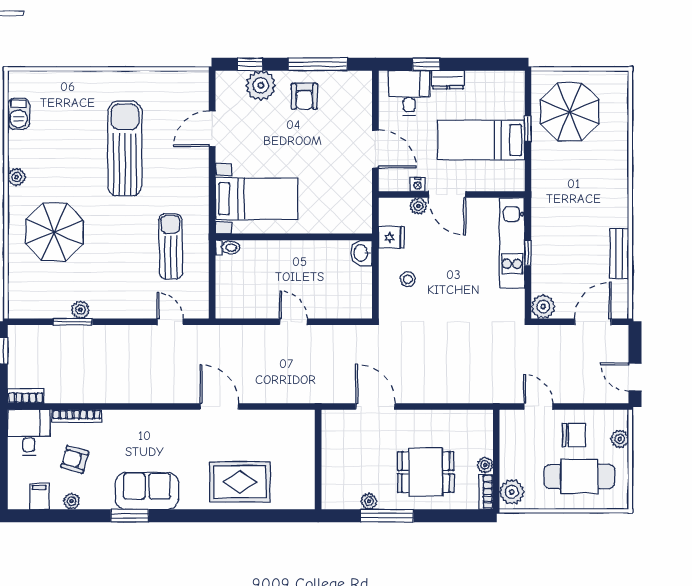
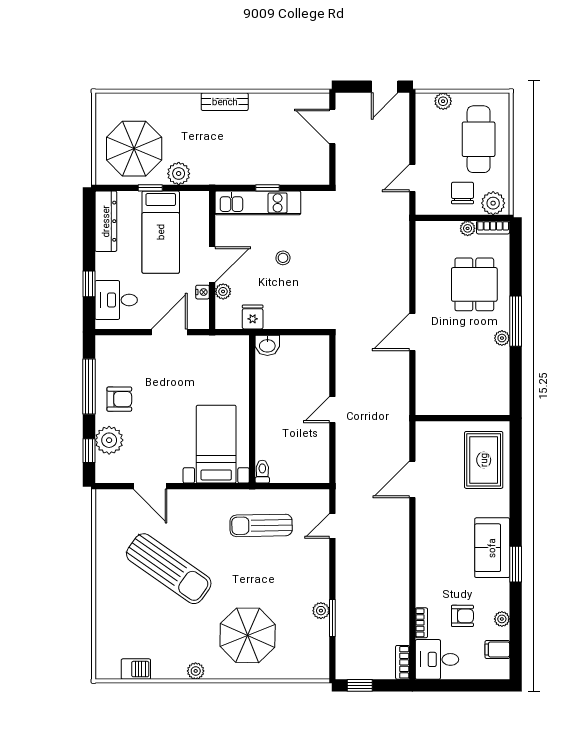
dresser: (448, 80) -> (106, 221), moved, width x1.96, depth x1.24
sun lounger: (125, 149) -> (169, 569), turned -145
bench: (619, 254) -> (225, 102), moved
stool: (408, 279) -> (283, 258), moved
plant: (543, 307) -> (179, 174), moved
bookcase: (77, 416) -> (421, 623), width x0.64
chair: (574, 435) -> (462, 193), moved
armchair: (75, 459) -> (462, 616), turned -106
wall: (318, 459) -> (462, 418), moved

